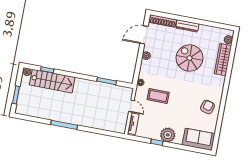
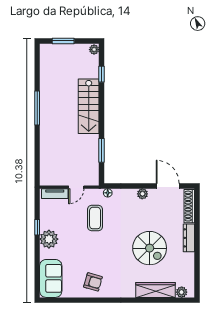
spiral stairs: (190, 58) -> (150, 248), turned 90
stairs: (52, 81) -> (89, 106), moved

